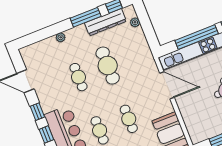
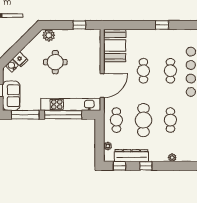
window: (86, 17) -> (146, 166), width x0.46
cafe table: (137, 54) -> (116, 120), added
door: (167, 85) -> (102, 86), swing flipped

